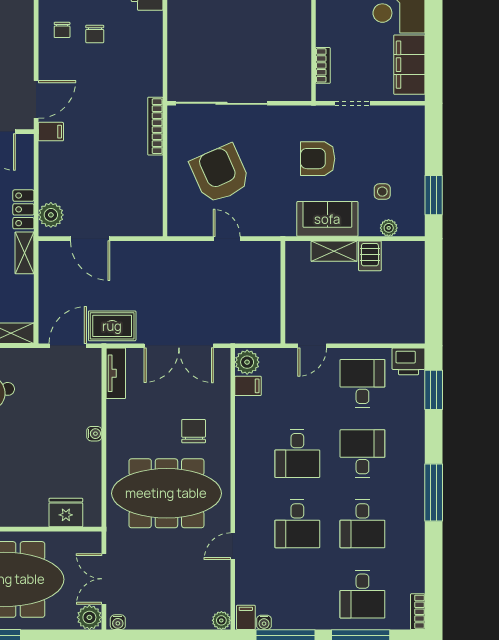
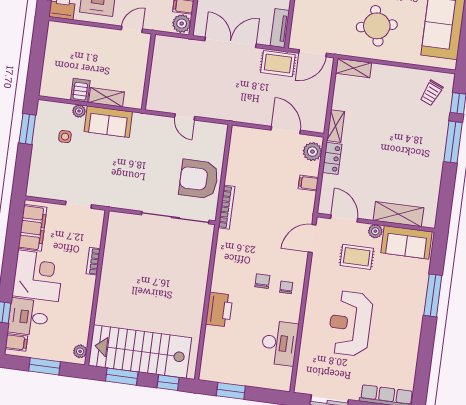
bookcase: (323, 65) -> (93, 261), moved
filing cabinet: (51, 132) -> (308, 183), moved
armchair: (318, 159) -> (110, 167), removed
armchair: (220, 174) -> (199, 179), moved, turned 114
plant: (389, 228) -> (79, 111), moved

